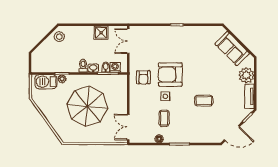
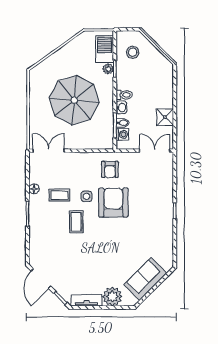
stool: (59, 37) -> (133, 52), moved
armchair: (143, 77) -> (110, 169), turned -90
coffee table: (204, 101) -> (76, 222), moved

